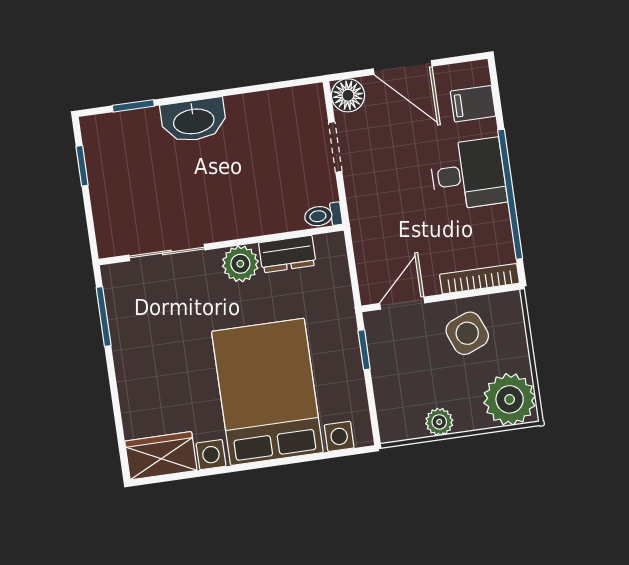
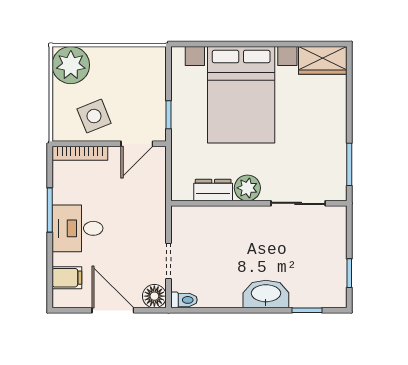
window: (510, 194) -> (50, 210), width x0.47
toilet: (323, 215) -> (184, 300), moved
plant: (439, 422) -> (123, 56), removed

